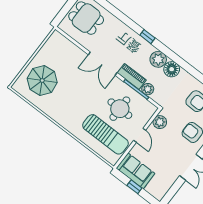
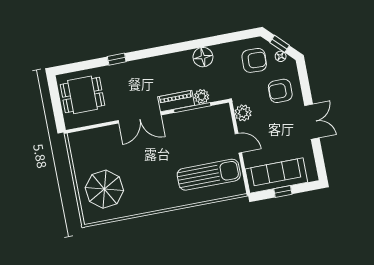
window: (147, 37) -> (117, 59), moved
plant: (158, 59) -> (182, 61), removed
round table: (120, 109) -> (197, 139), removed
sofa: (136, 171) -> (276, 176), width x1.36

